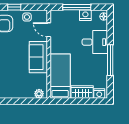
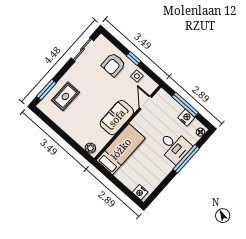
window: (110, 60) -> (186, 159), moved
wardrobe: (82, 92) -> (127, 178), removed

